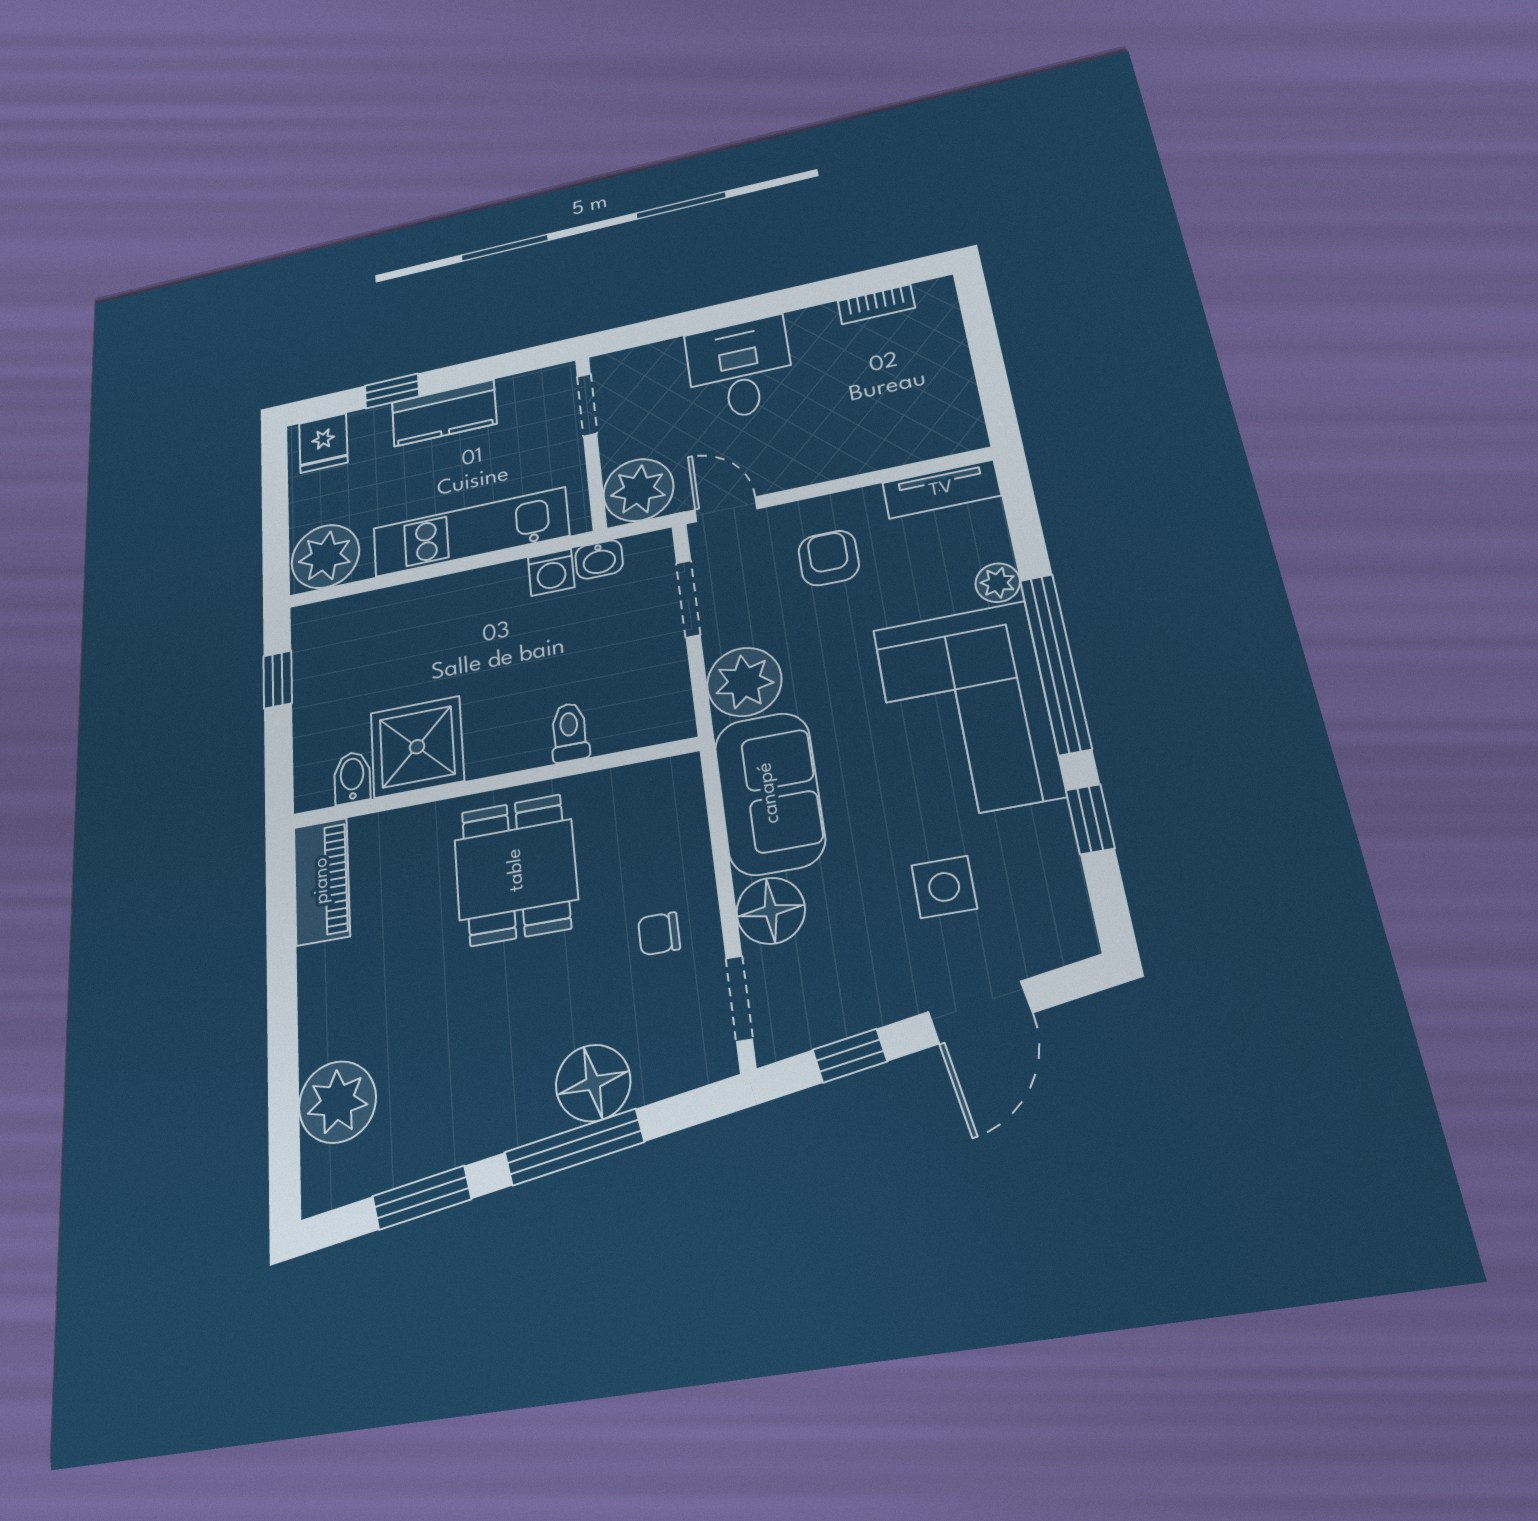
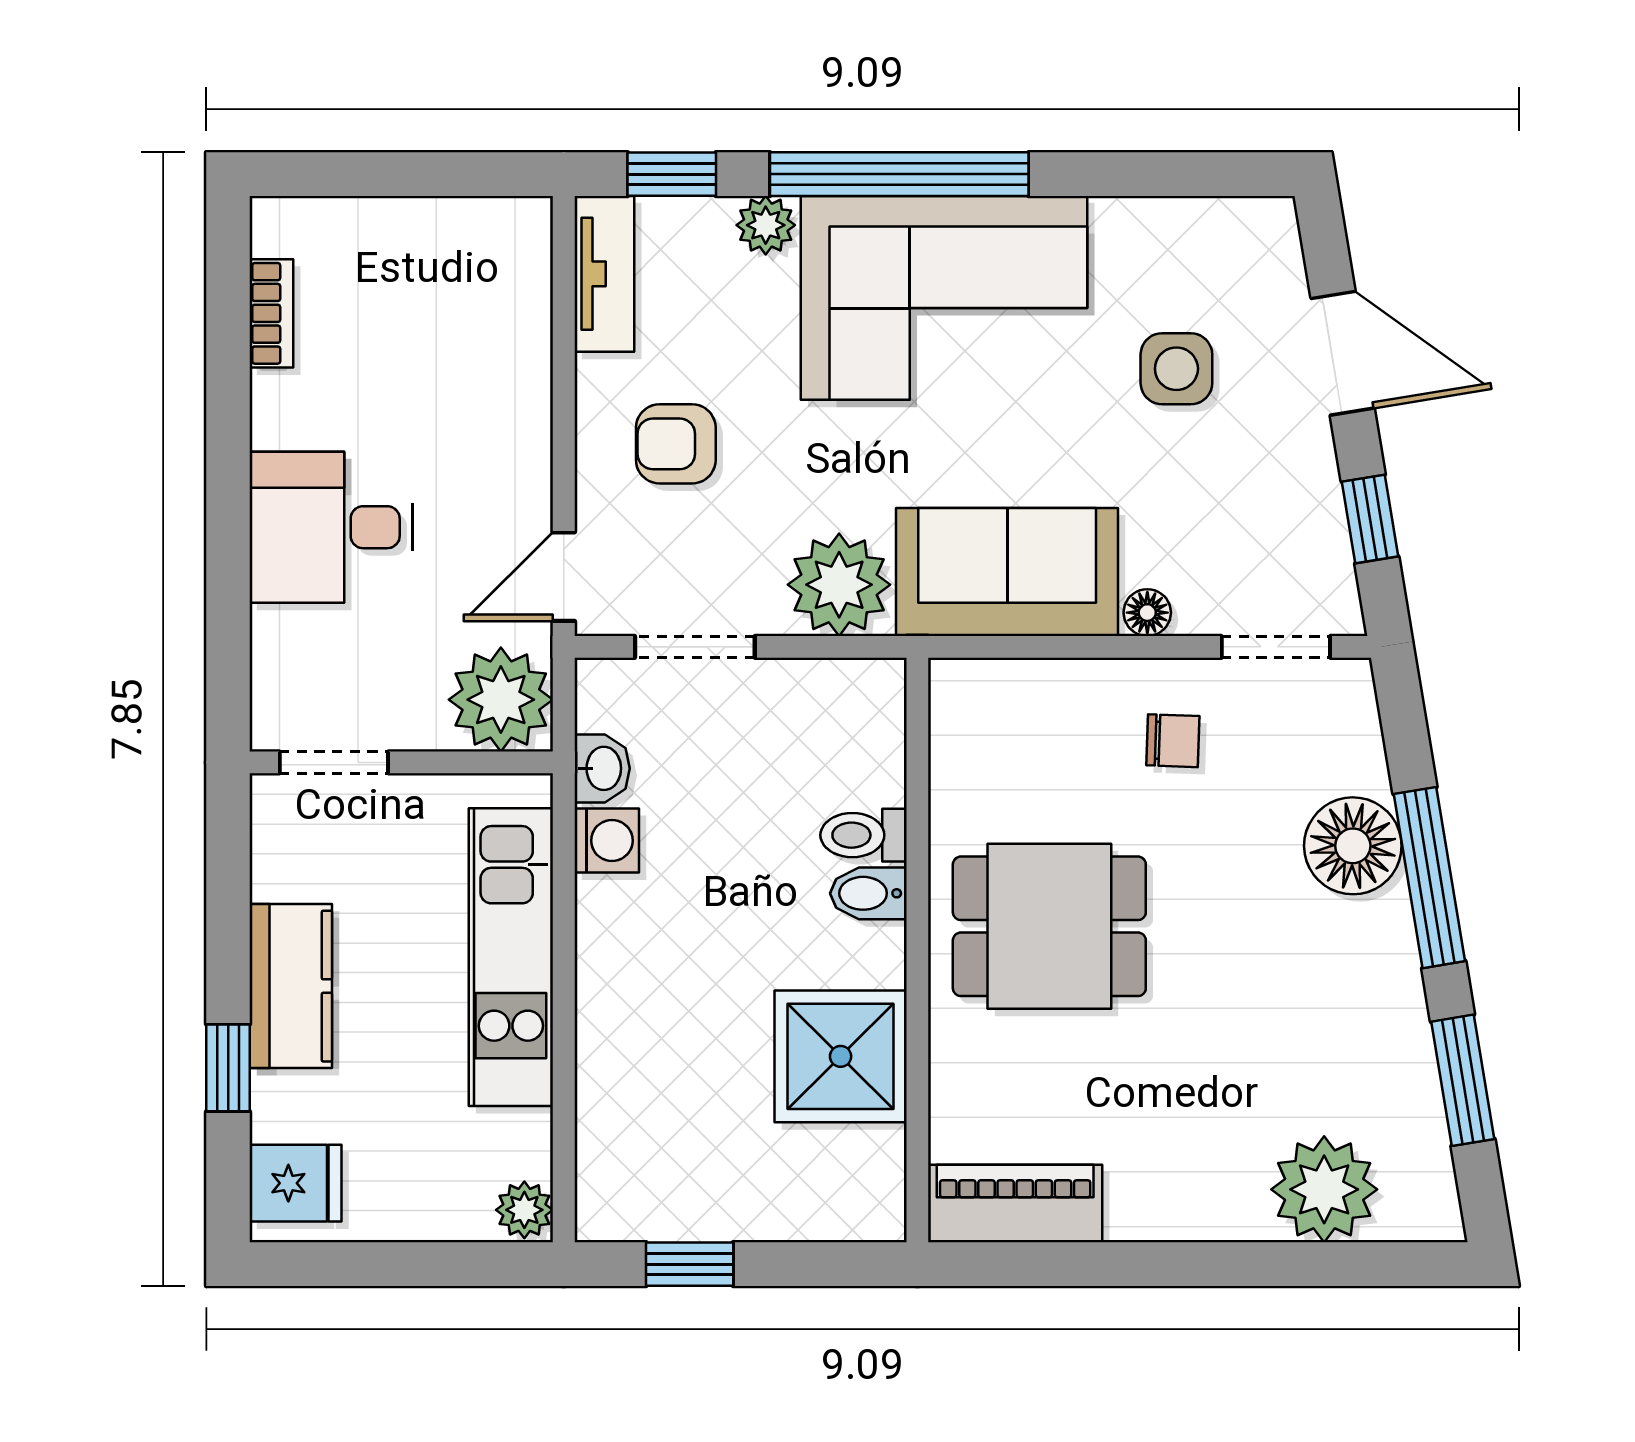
plant: (325, 556) -> (524, 1210), width x0.53, depth x0.53
bidet: (352, 777) -> (868, 893), moved
window: (1090, 819) -> (672, 174), moved
floor lamp: (771, 911) -> (1147, 613), width x0.53, depth x0.53
chair: (659, 934) -> (1173, 741), turned -88

